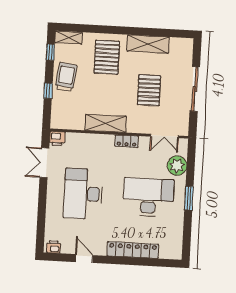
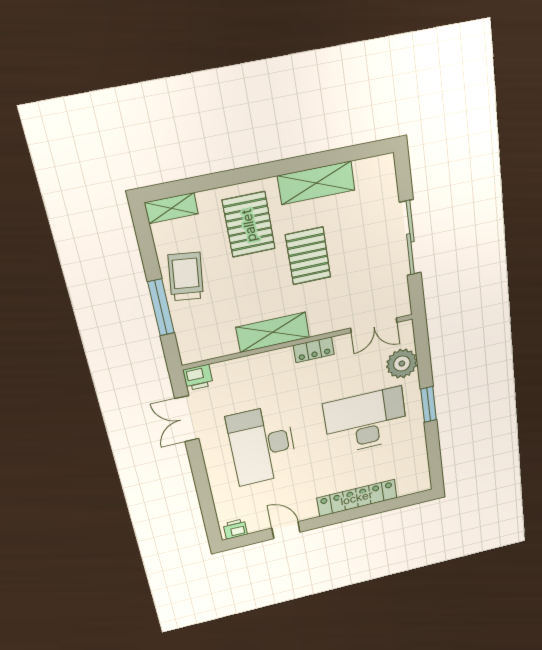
window: (50, 52) -> (146, 242), removed
pallet: (149, 90) -> (308, 256), moved
window: (48, 91) -> (161, 307), width x2.17

